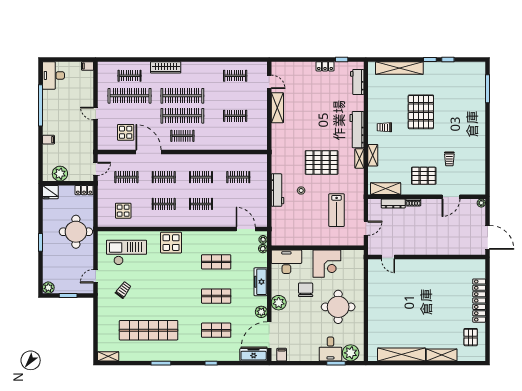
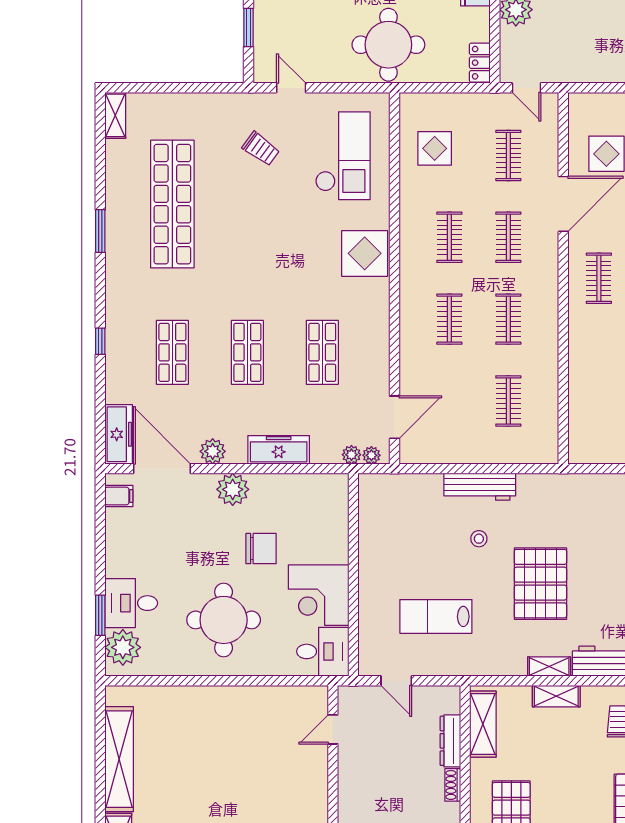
desk: (286, 262) -> (323, 651), moved, width x0.73

